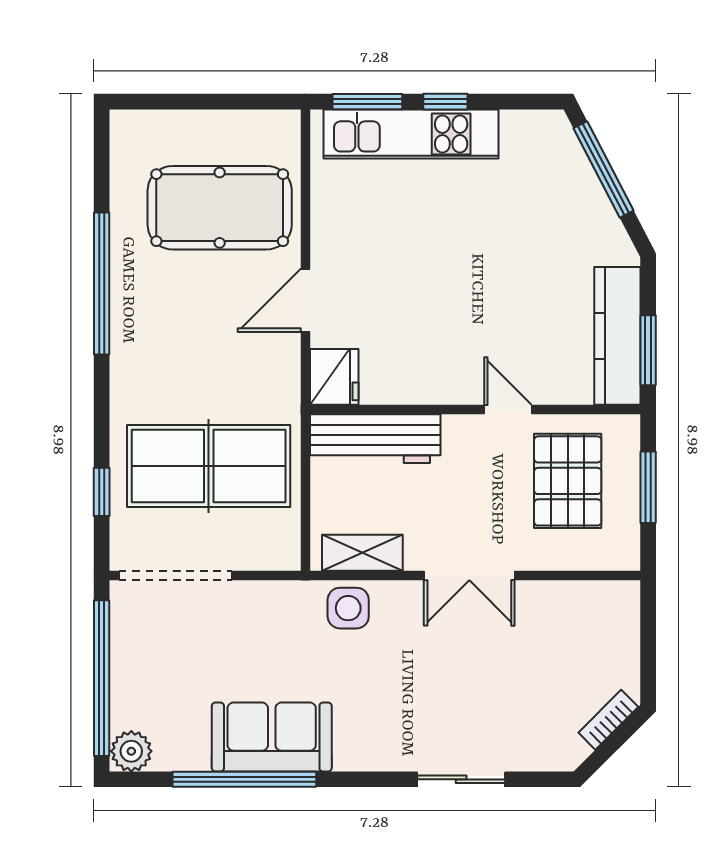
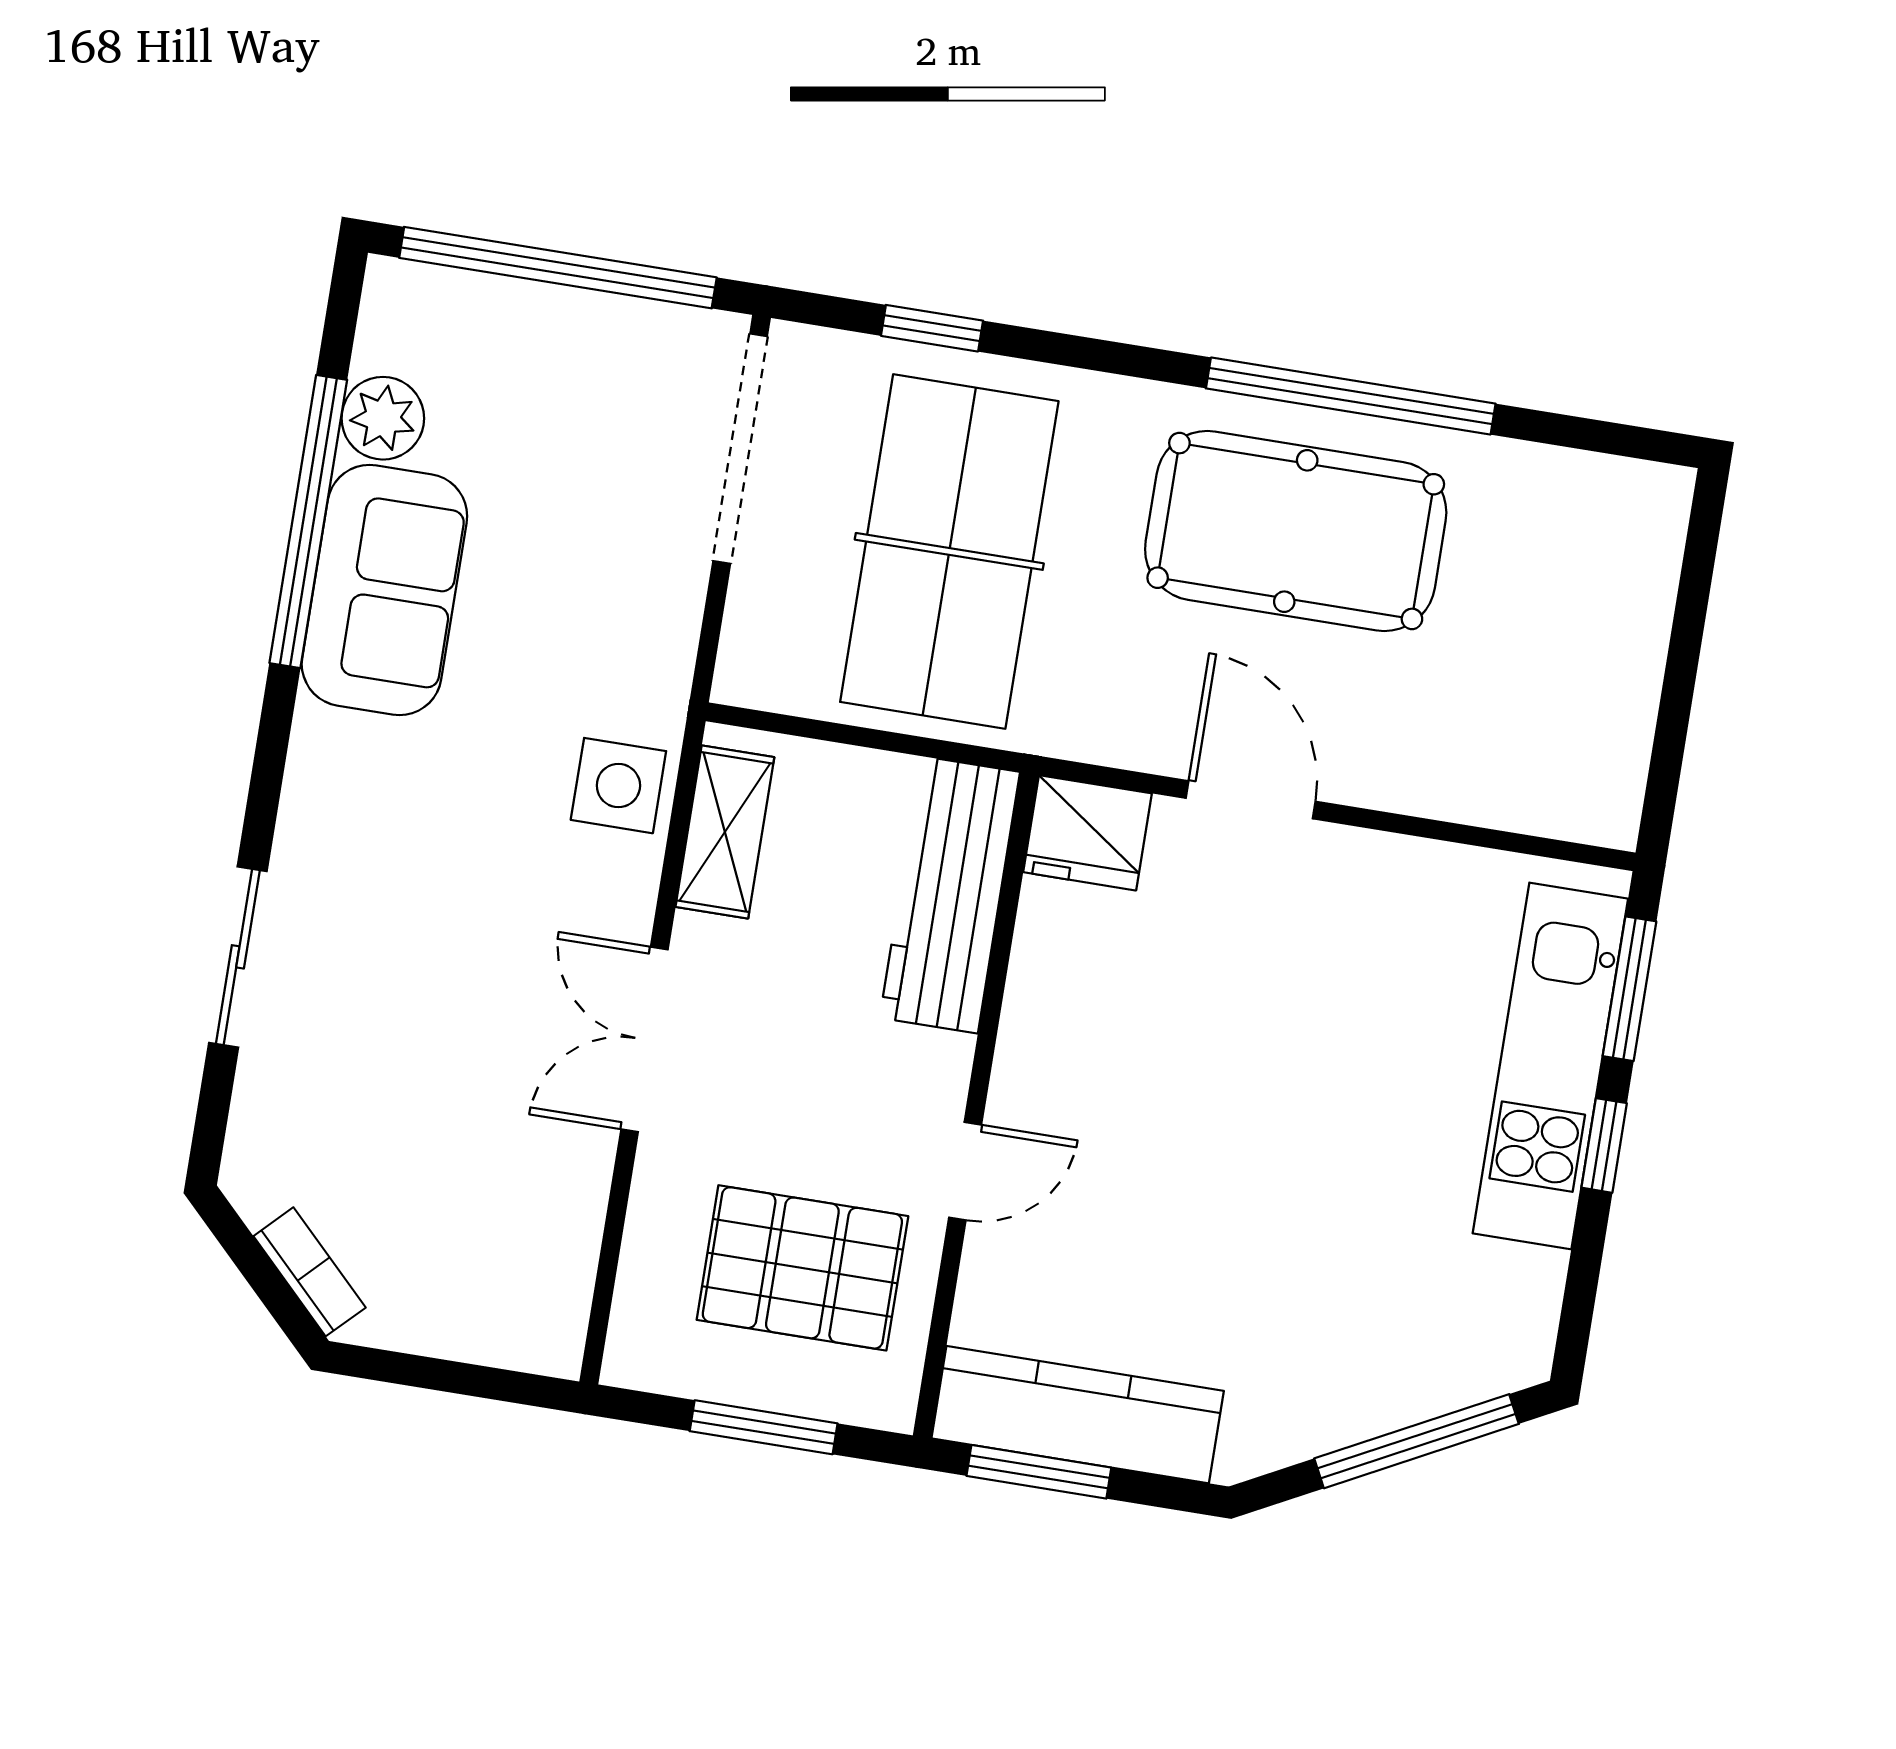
pool table: (220, 208) -> (1296, 531), moved, turned 90
plant: (131, 751) -> (383, 418), moved

